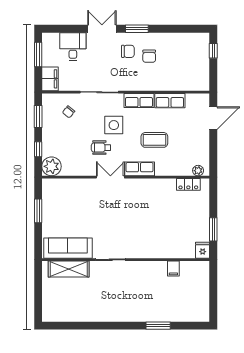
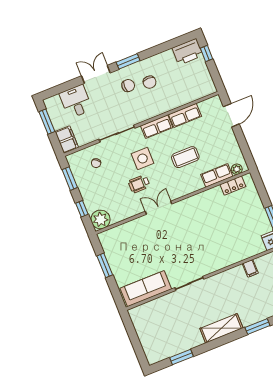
printer: (196, 42) -> (188, 52), added
row of seats: (140, 169) -> (217, 175), moved
shelving: (69, 269) -> (221, 328), moved
window: (76, 326) -> (182, 357), added

